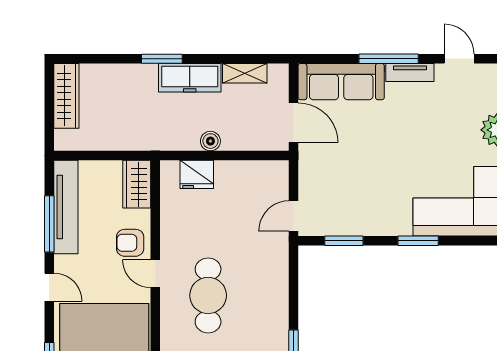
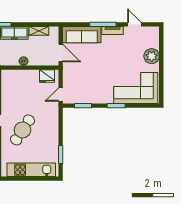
fridge: (197, 174) -> (47, 76), moved
cafe table: (208, 295) -> (23, 130), turned 33

